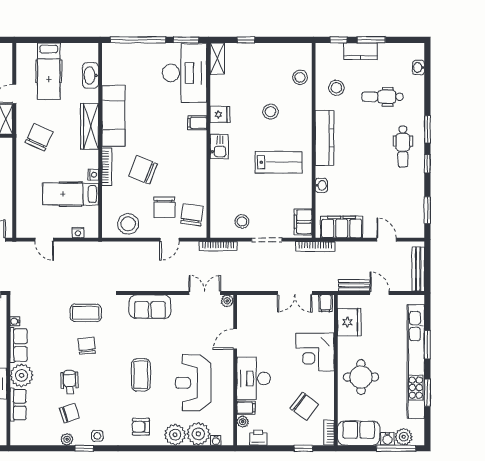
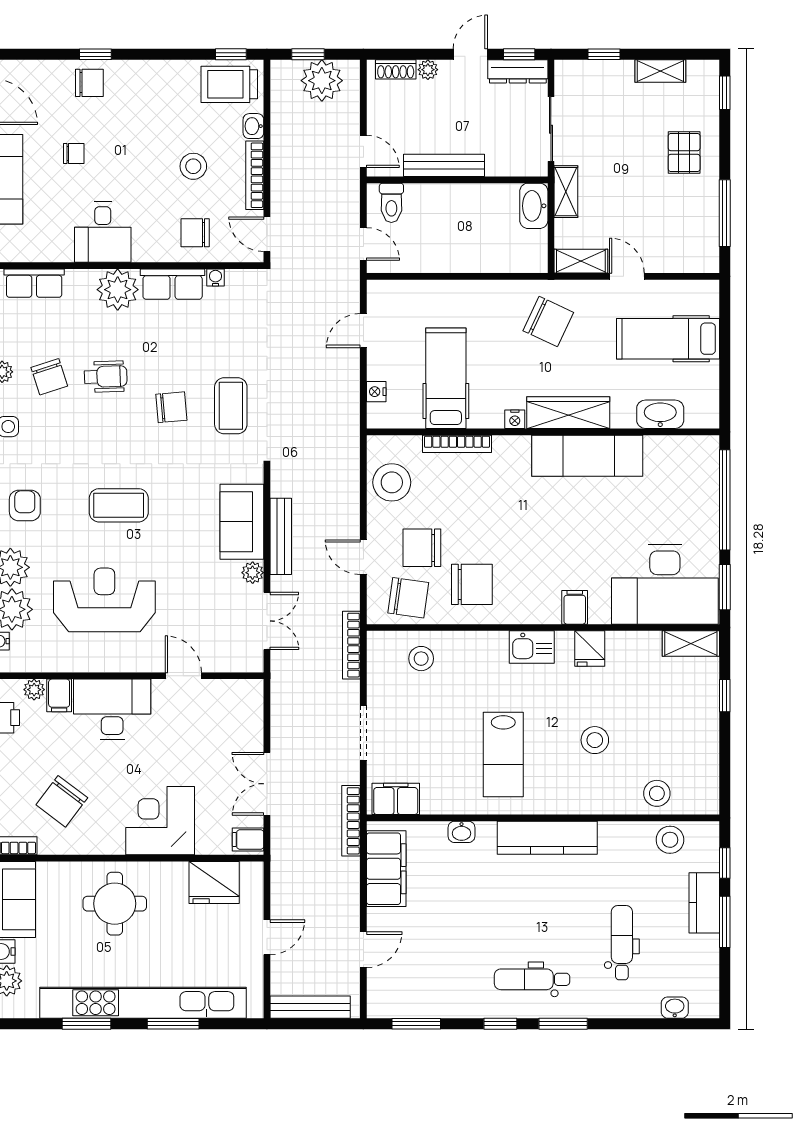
stool: (336, 88) -> (670, 840), moved
bookcase: (107, 167) -> (457, 444), moved
chair: (143, 170) -> (472, 584), moved, turned 68
nightstand: (93, 175) -> (515, 419), moved
stool: (242, 221) -> (421, 659), moved
bench: (354, 285) -> (281, 536), moved, width x1.36
plant: (227, 301) -> (253, 573), moved
row of seats: (18, 405) -> (34, 283), moved

